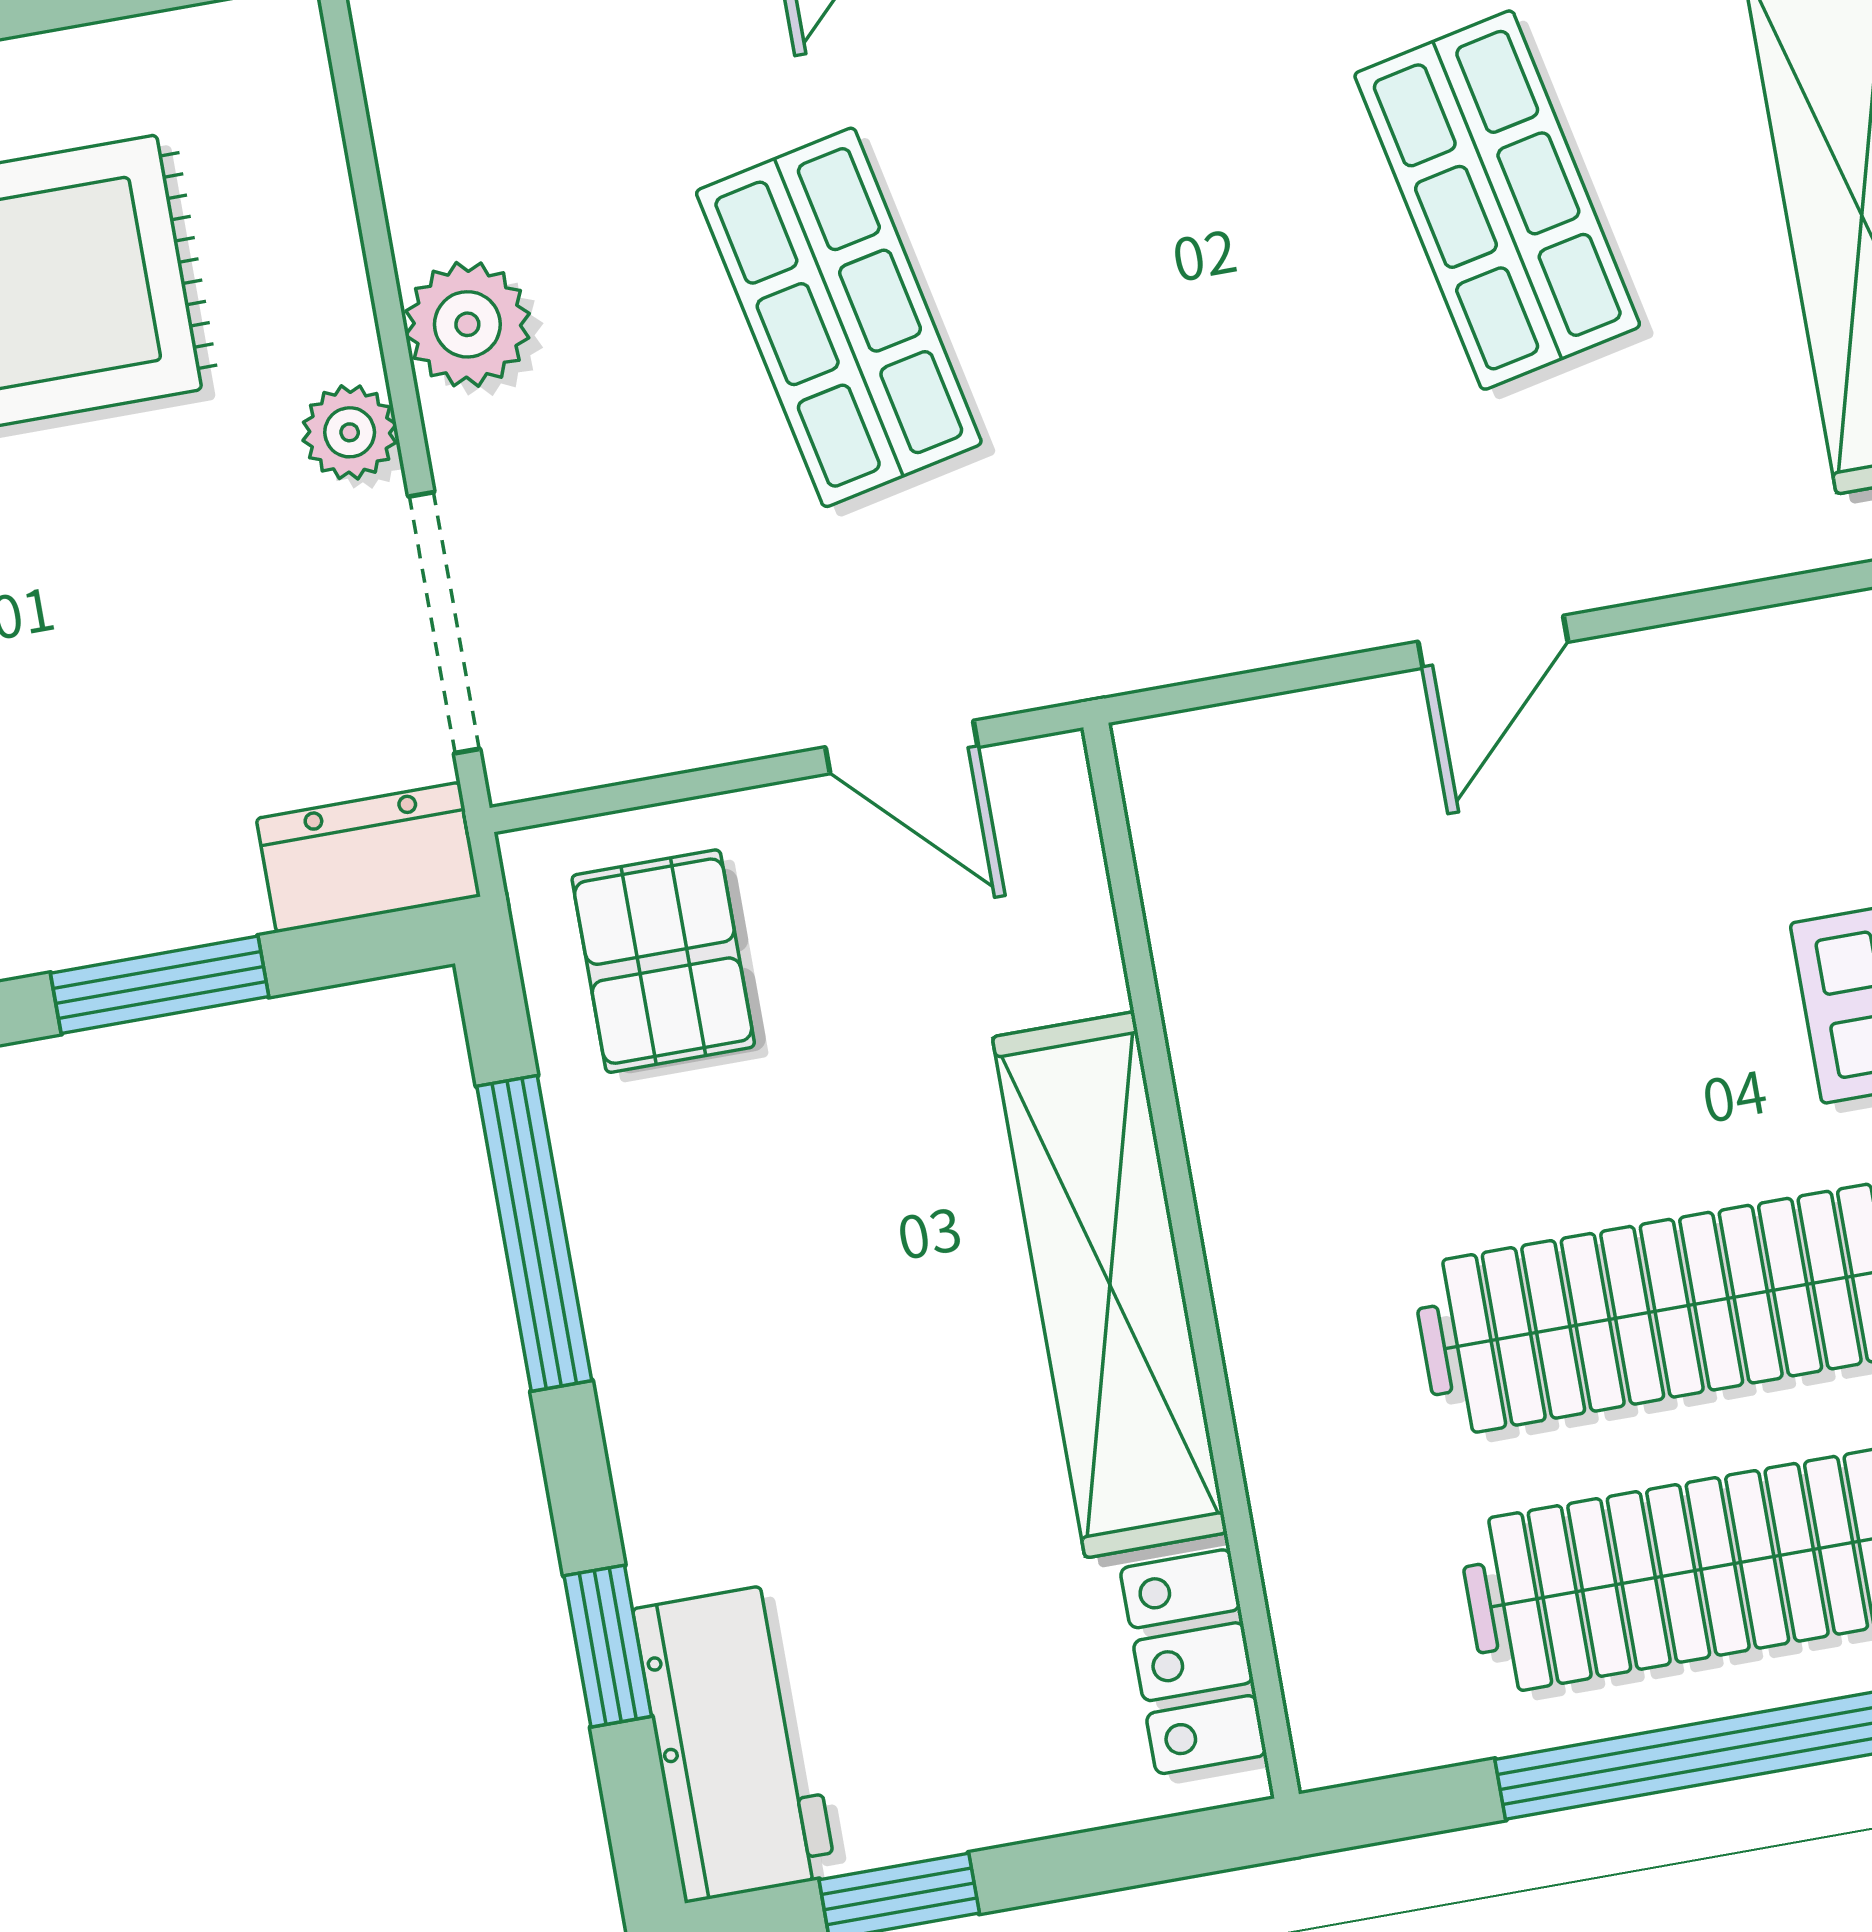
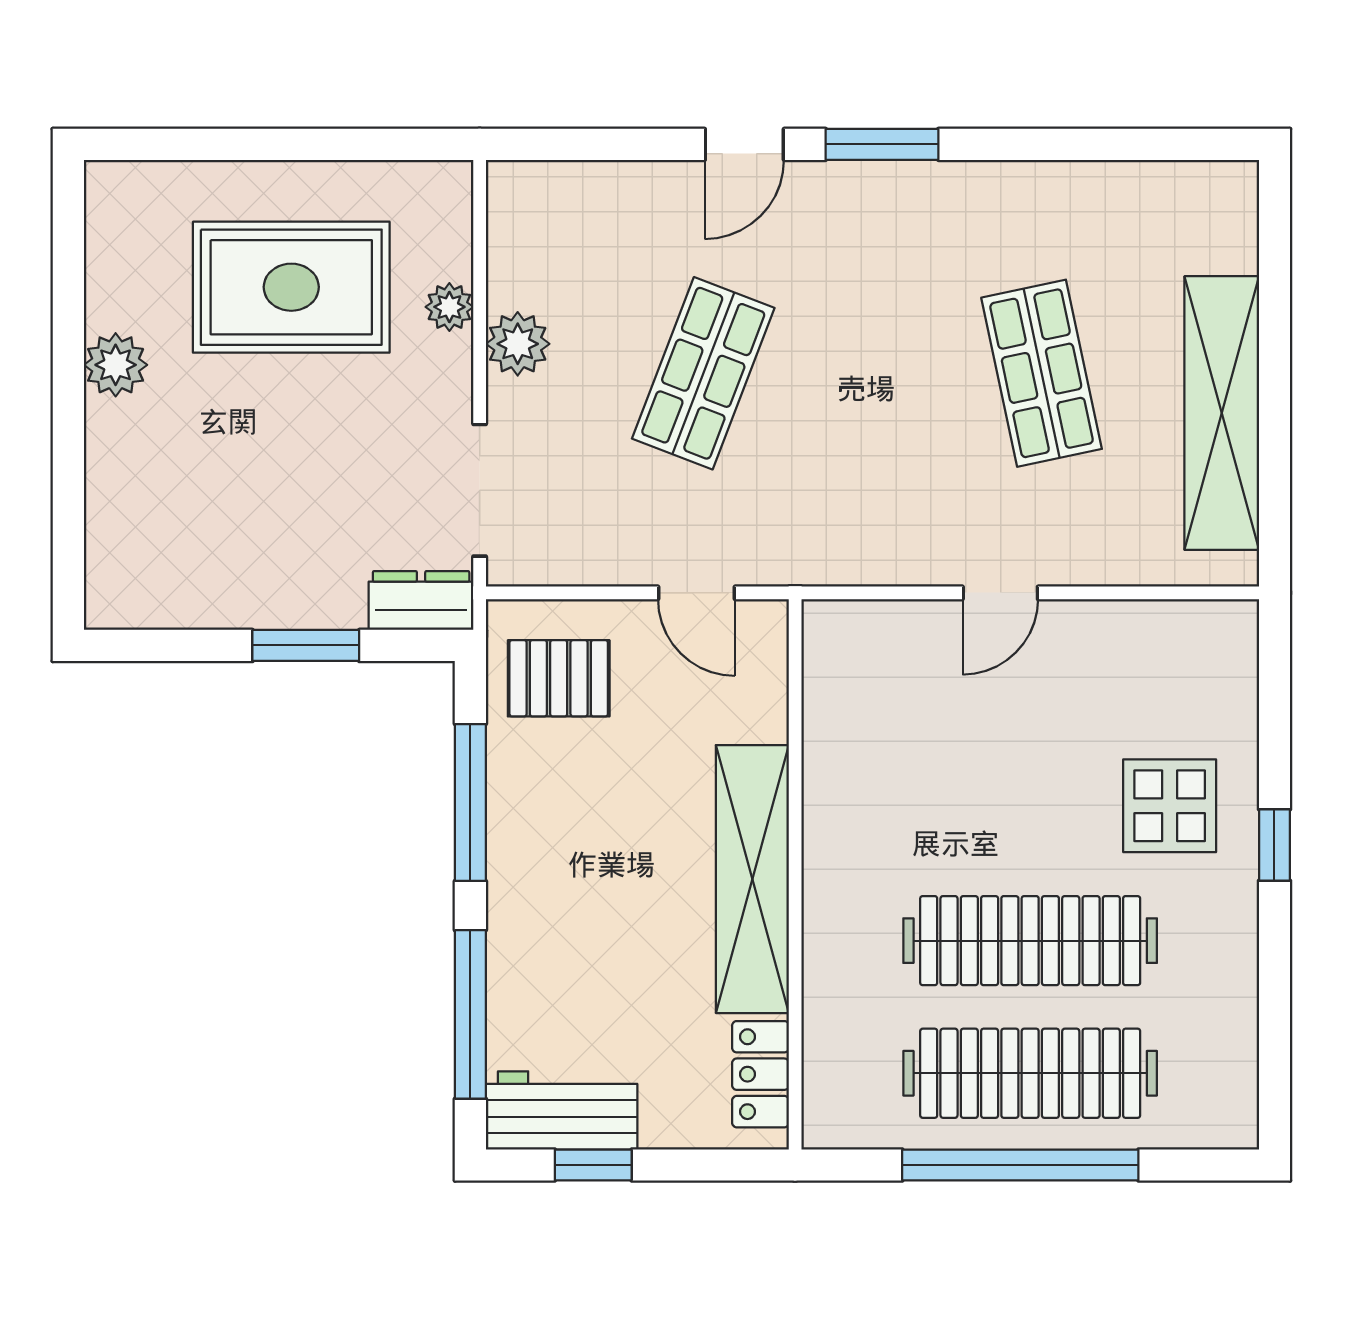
shop shelf: (839, 317) -> (703, 373), turned 33
plant: (350, 432) -> (449, 307), moved
pallet: (663, 961) -> (559, 678), turned 90
window: (608, 1646) -> (470, 1014), width x2.17
workbench: (735, 1743) -> (562, 1110), moved, turned -90

